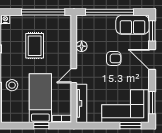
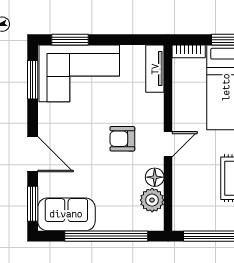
plant: (83, 33) -> (152, 200), added
armchair: (114, 58) -> (122, 139), moved
door: (74, 76) -> (168, 144), moved
tv unit: (81, 103) -> (155, 69), width x0.71

